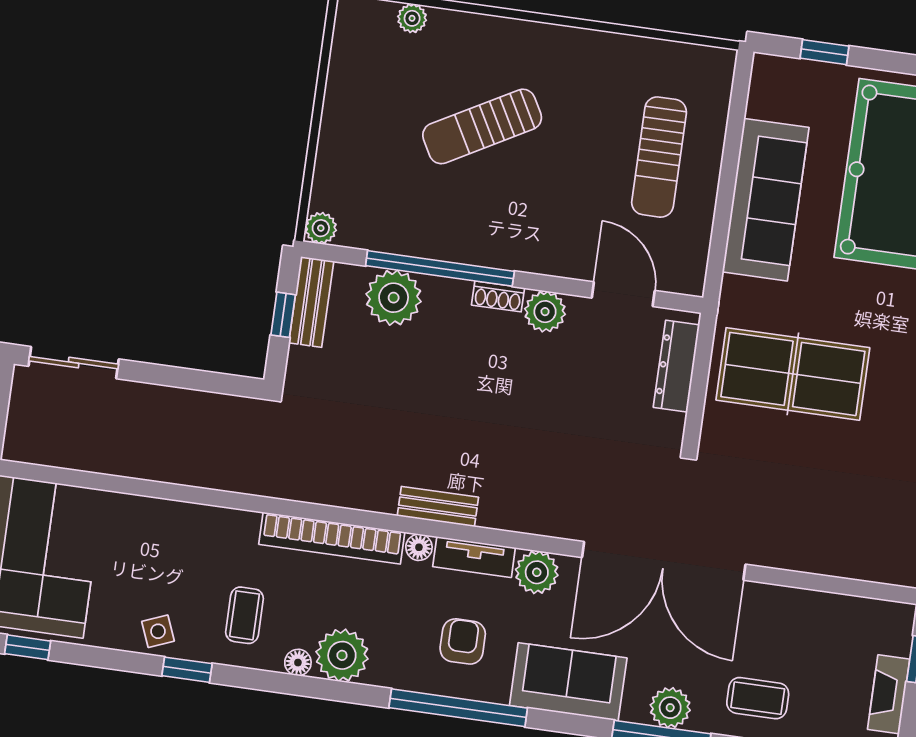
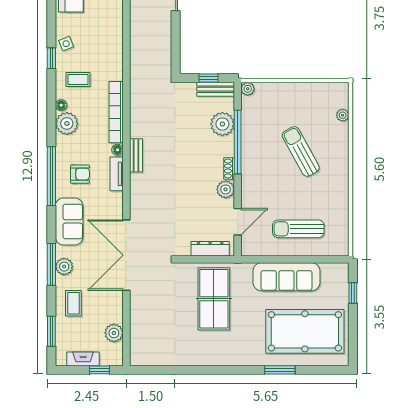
plant: (537, 572) -> (114, 333), moved

